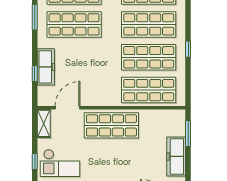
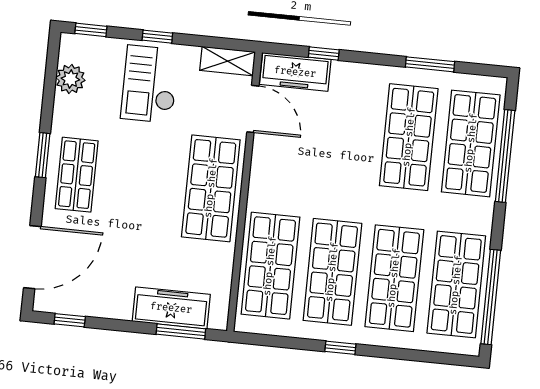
freezer: (46, 67) -> (295, 72), moved
freezer: (176, 156) -> (171, 308), moved

